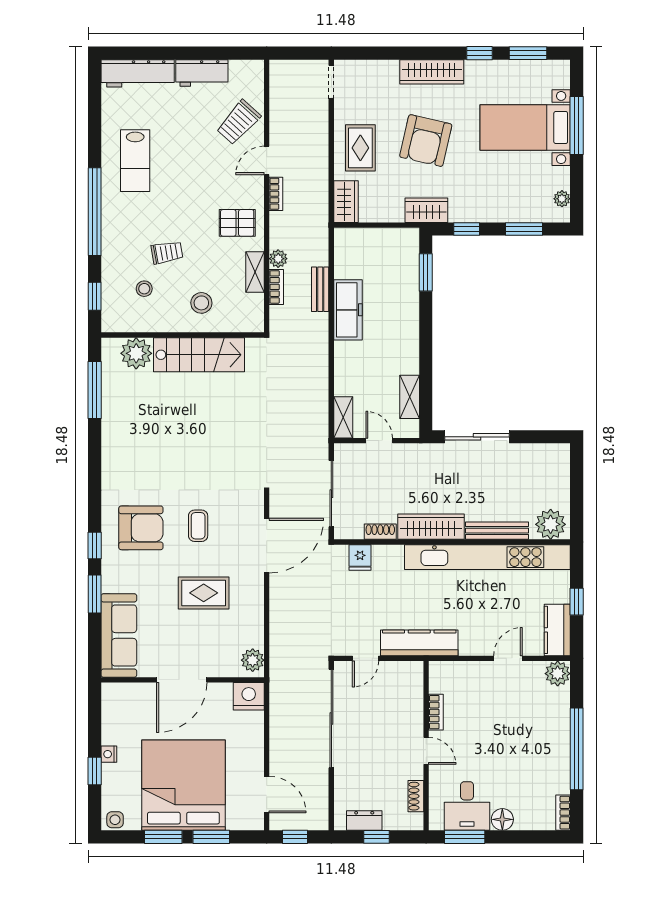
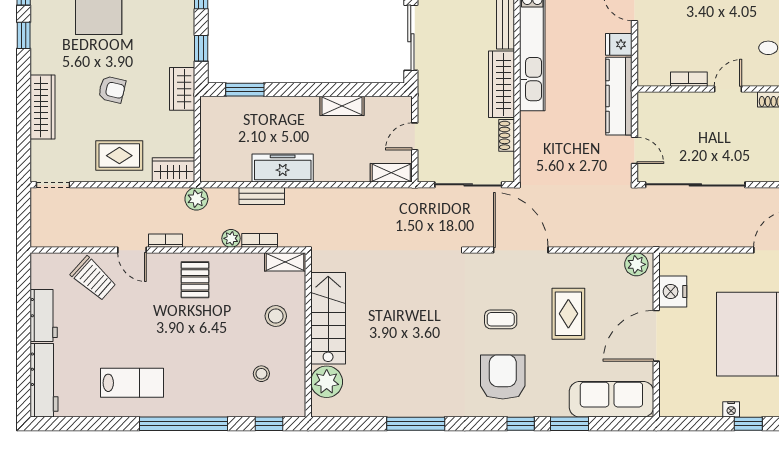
wardrobe: (432, 72) -> (43, 107), moved
armchair: (426, 141) -> (112, 89), width x0.53, depth x0.53
plant: (317, 224) -> (196, 199), added
trolley: (167, 252) -> (225, 351), removed
shelving: (255, 272) -> (285, 262), moved
window: (95, 390) -> (416, 424), moved
shelving: (410, 397) -> (342, 106), moved
fridge: (360, 557) -> (619, 44), moved, turned 180
door: (182, 680) -> (656, 336), swing flipped
nightstand: (249, 696) -> (673, 292), moved

